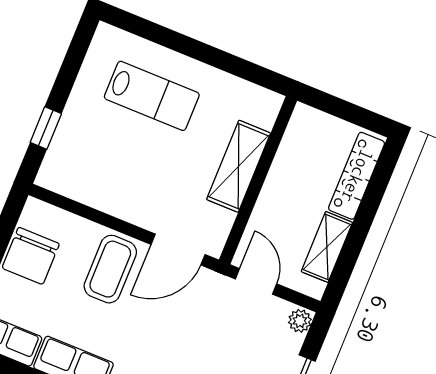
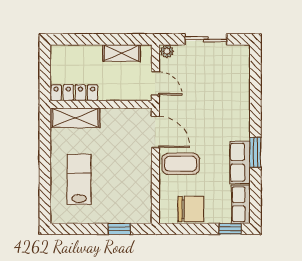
shelving: (239, 166) -> (75, 118), moved
locker: (357, 176) -> (74, 93), moved, turned 180
door: (256, 281) -> (155, 83), swing flipped

